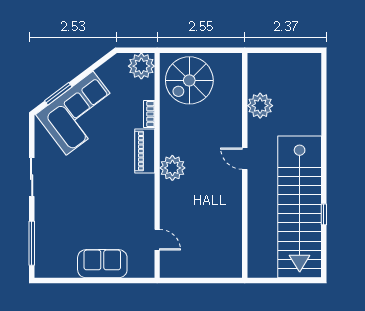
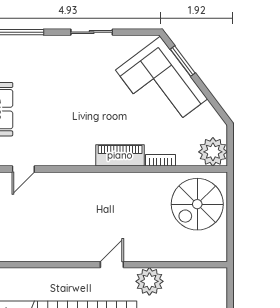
spiral stairs: (189, 80) -> (197, 204), turned -90
plant: (260, 106) -> (149, 281), moved
plant: (172, 168) -> (102, 186), removed

